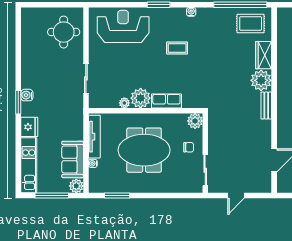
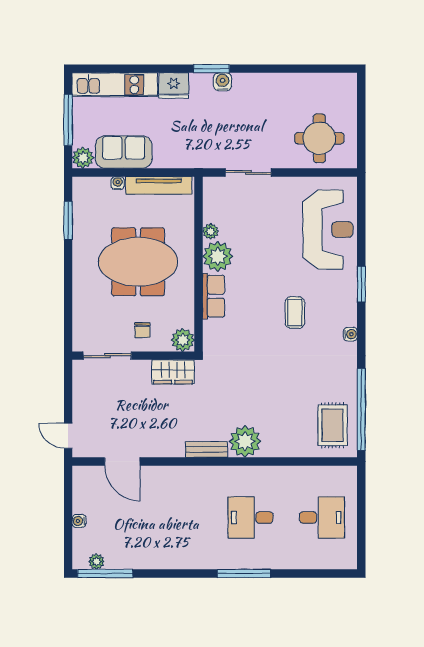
wardrobe: (264, 55) -> (173, 372), moved, turned 180
meeting table: (144, 150) -> (138, 262), turned 90
door: (236, 196) -> (68, 436), moved

